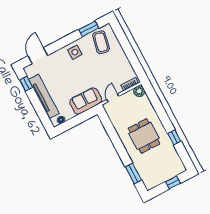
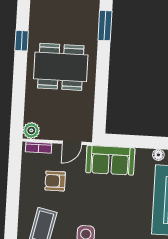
armchair: (109, 71) -> (55, 181), added
dining table: (144, 136) -> (61, 67), width x1.38

